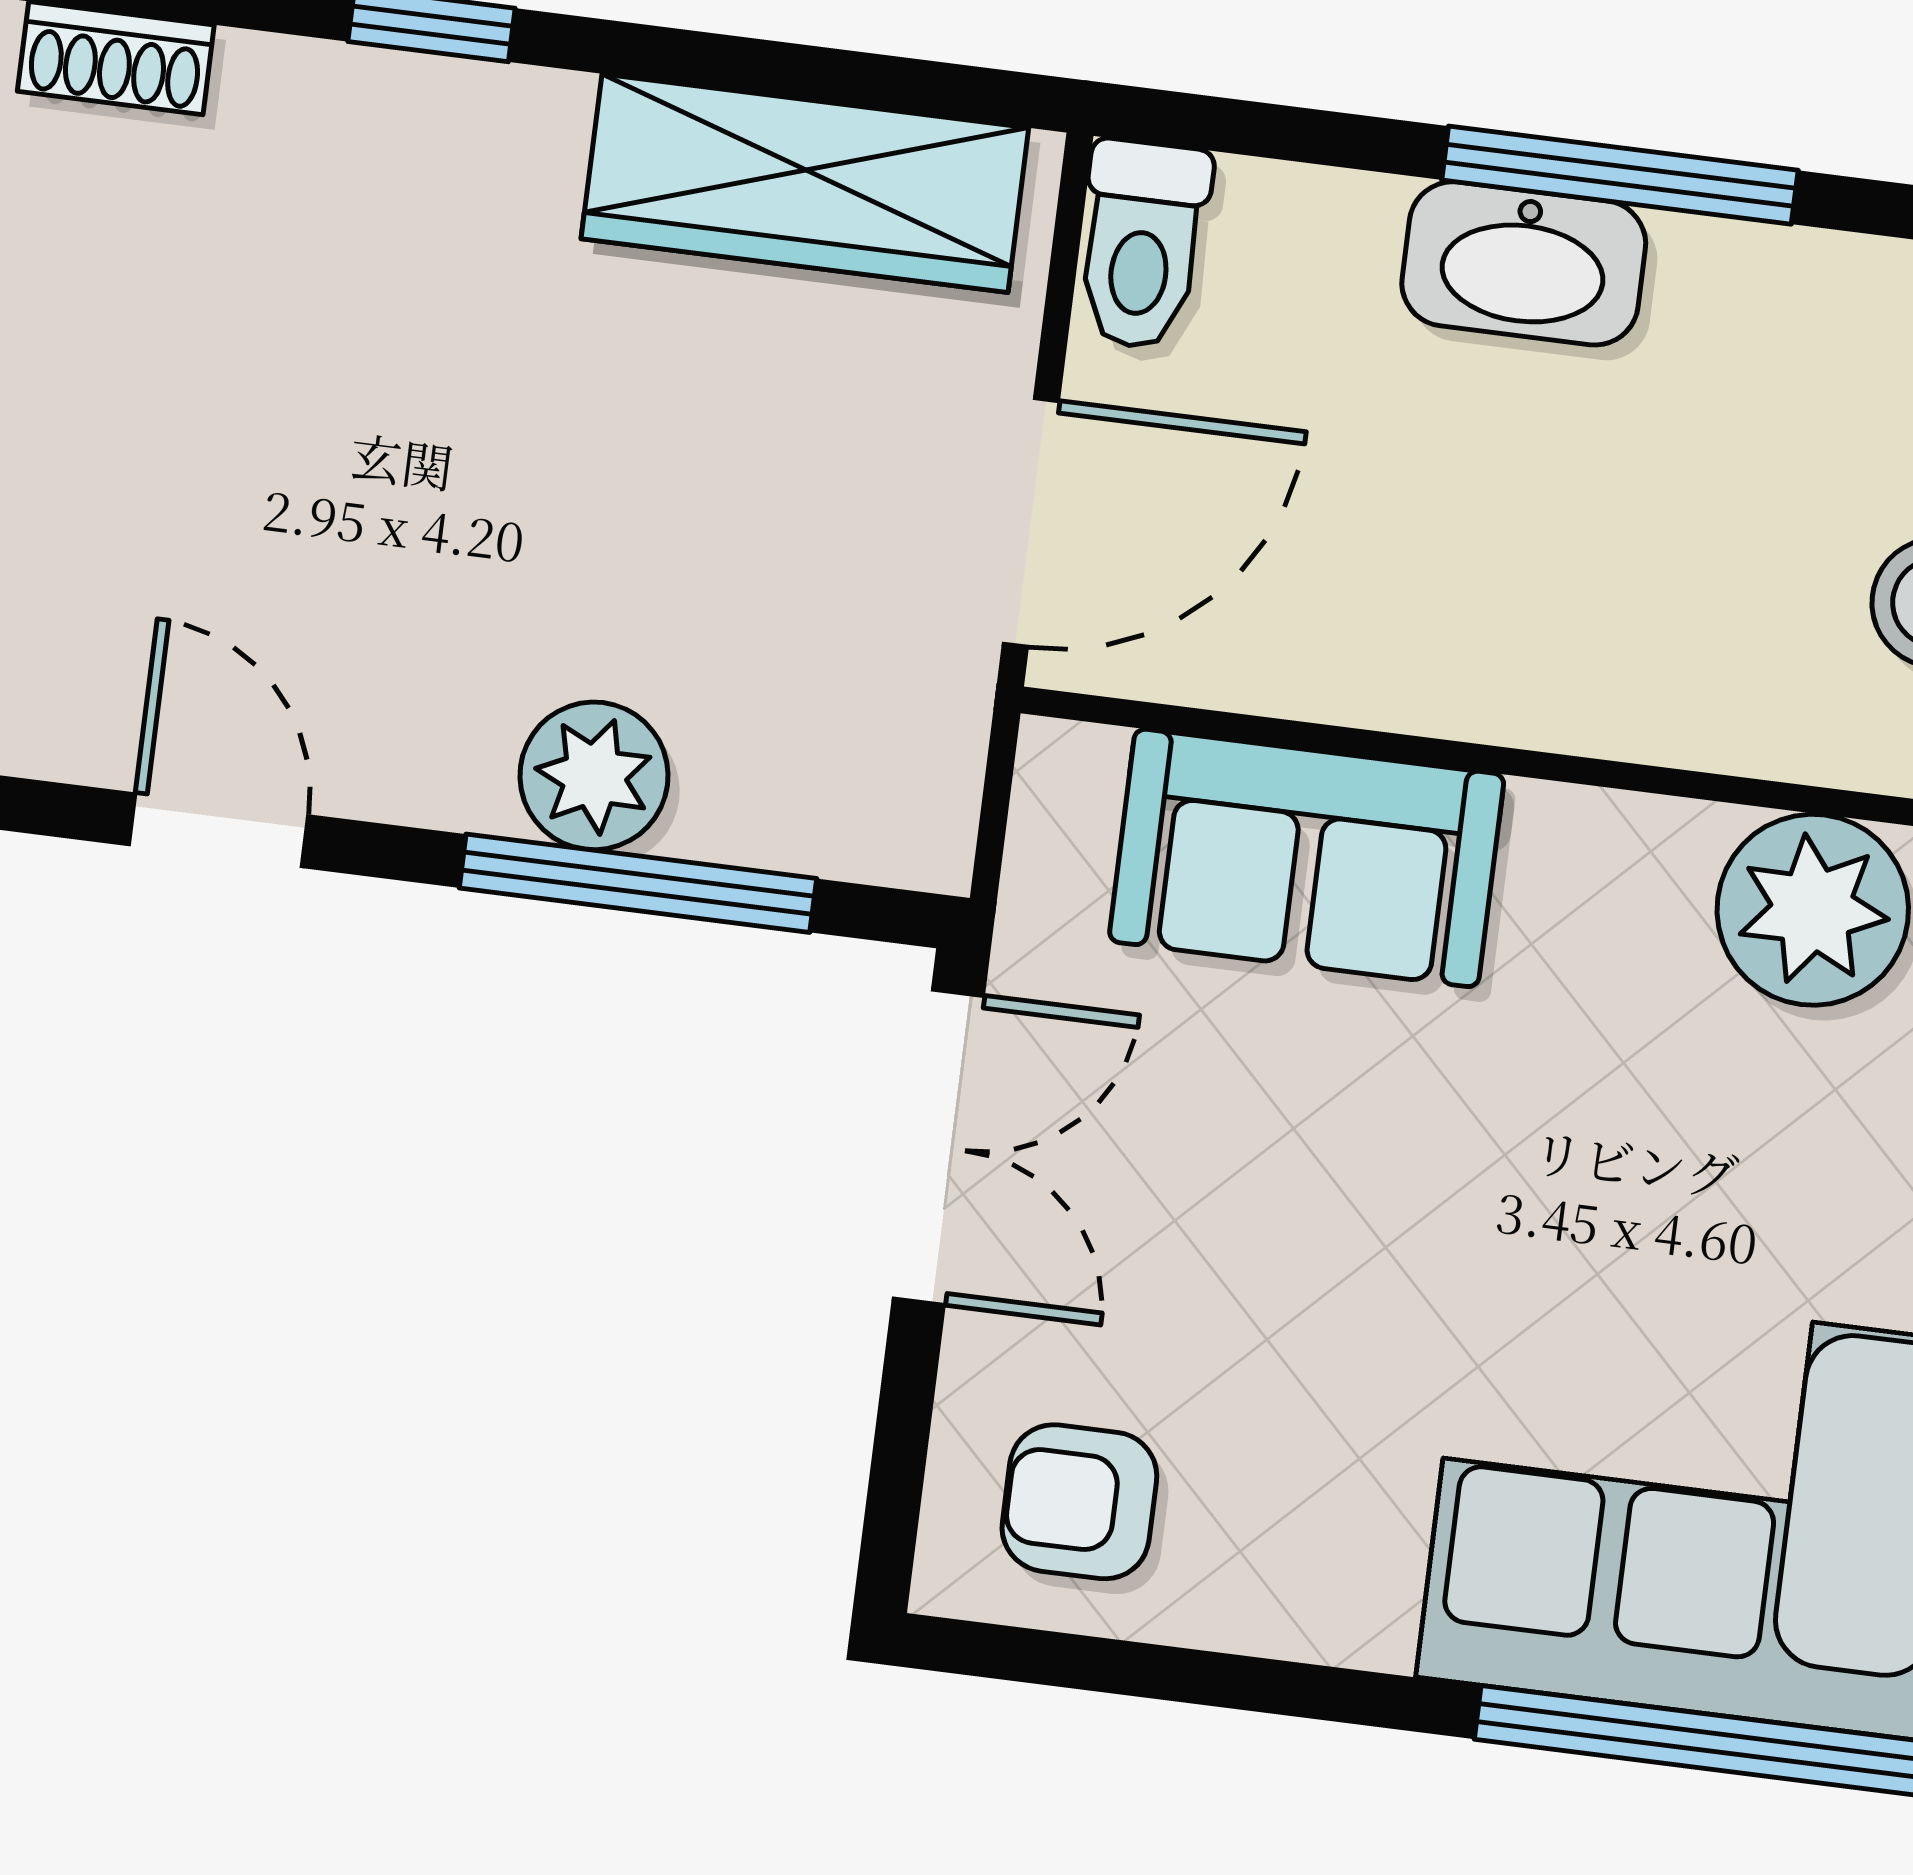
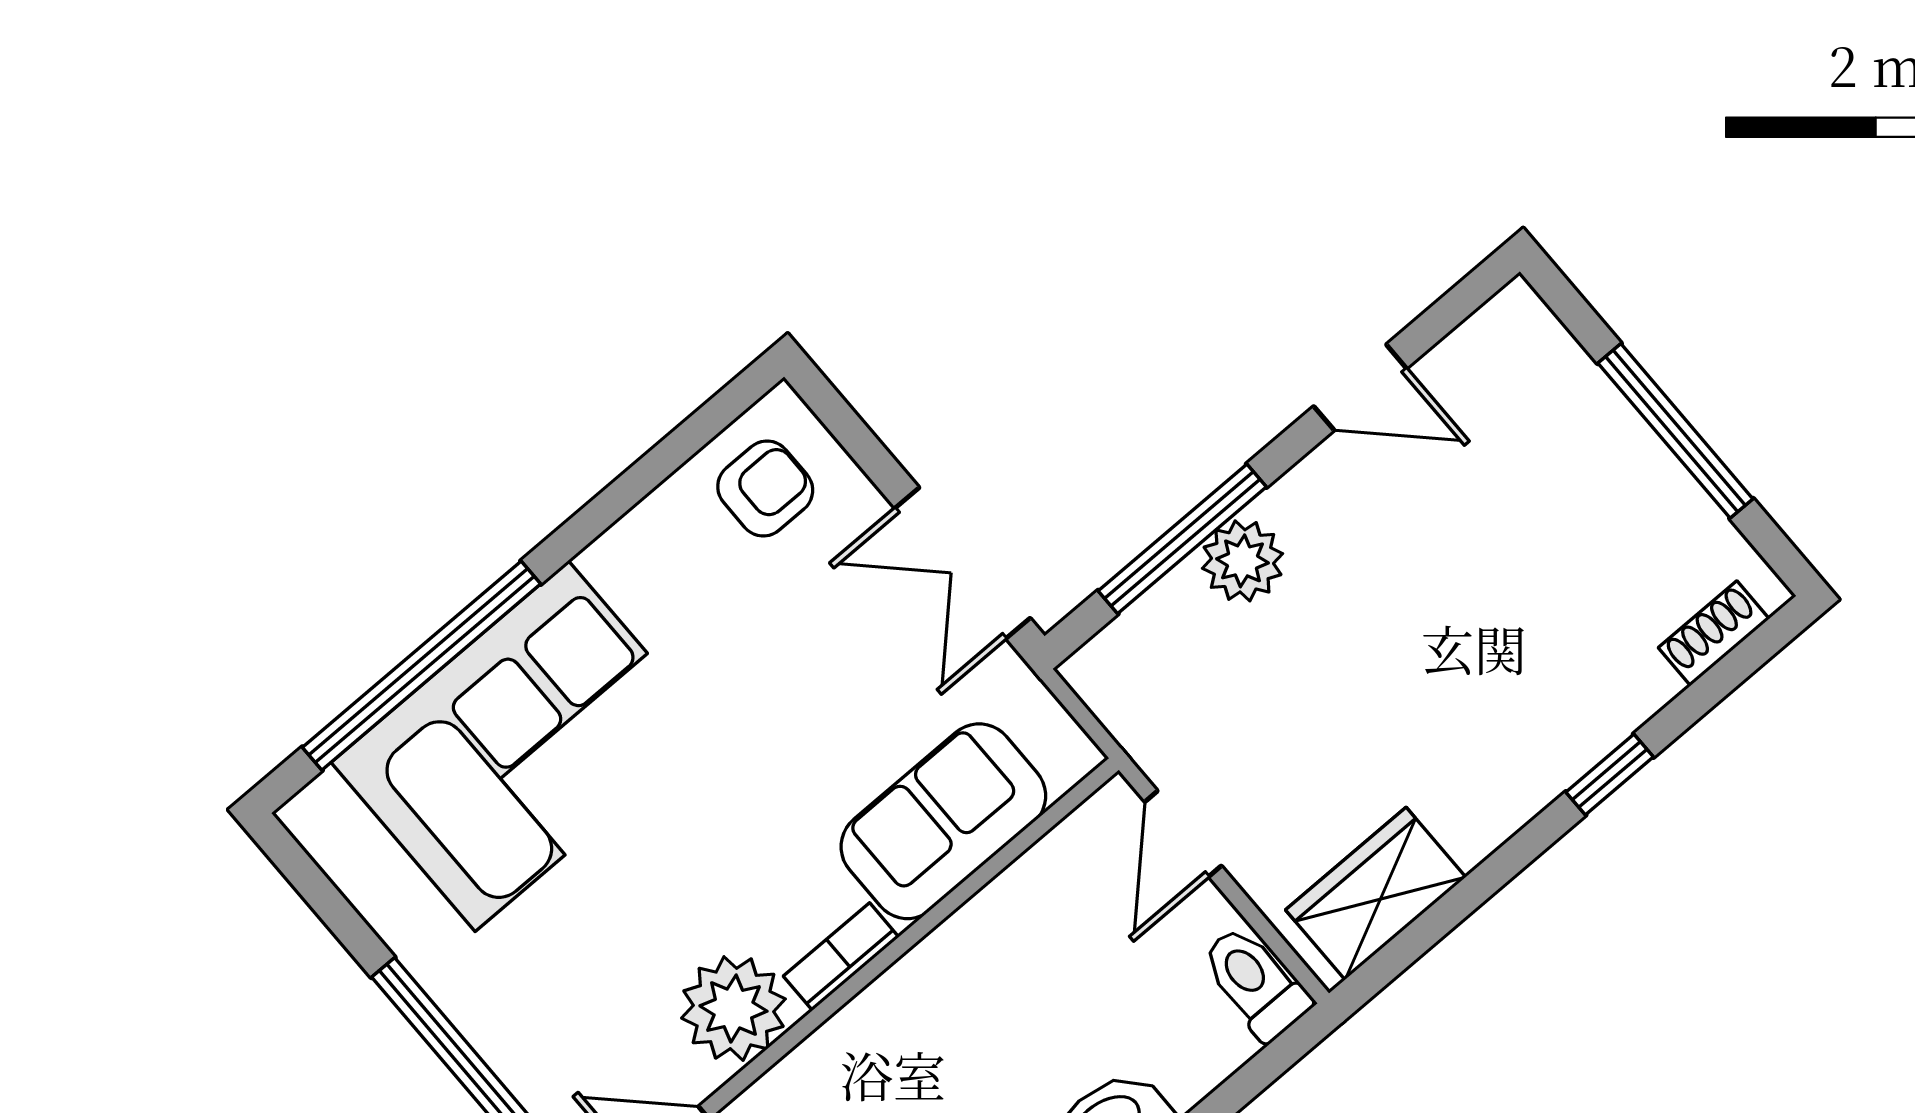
wardrobe: (805, 183) -> (1376, 894), width x0.67
door: (1031, 522) -> (1183, 834), width x0.73
bookcase: (1612, 829) -> (841, 957), added

